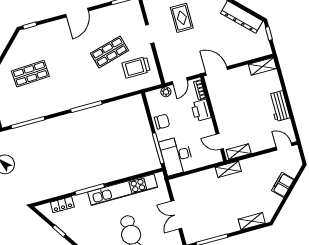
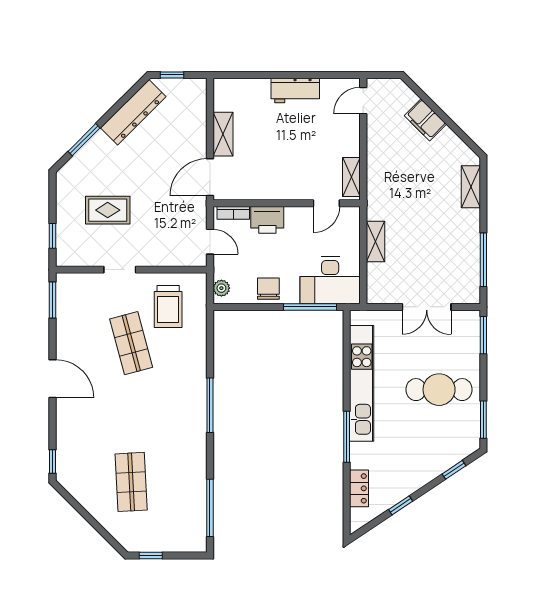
shelving: (262, 66) -> (223, 134), moved
plant: (166, 92) -> (221, 288), moved
shelving: (228, 169) -> (376, 241), moved

